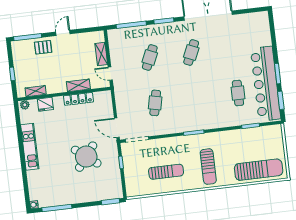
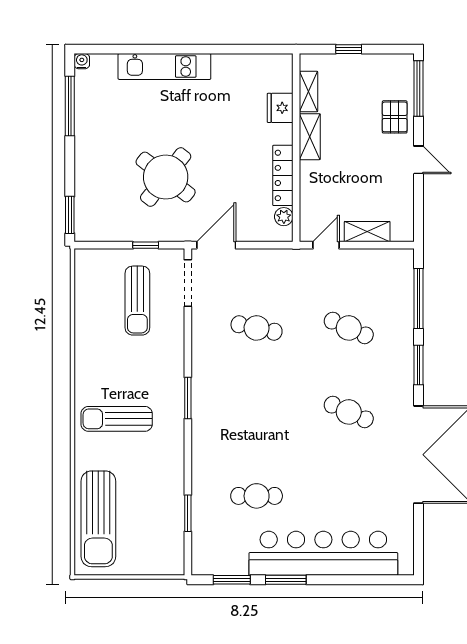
bar counter: (266, 84) -> (323, 553), moved
shelving: (78, 85) -> (310, 137), moved
plant: (25, 105) -> (284, 217), moved
kitchen unit: (30, 147) -> (164, 66), moved
sun lounger: (166, 172) -> (137, 301), moved

